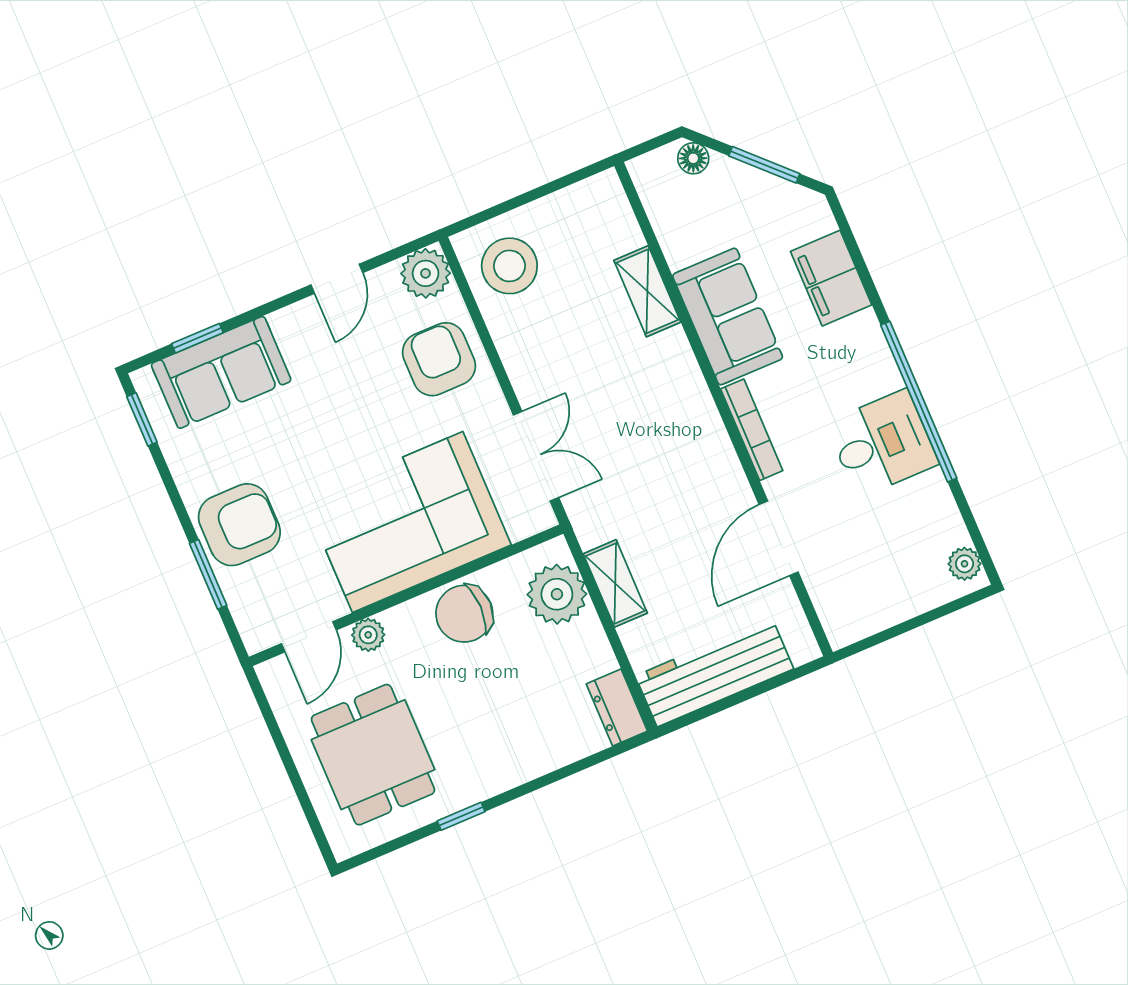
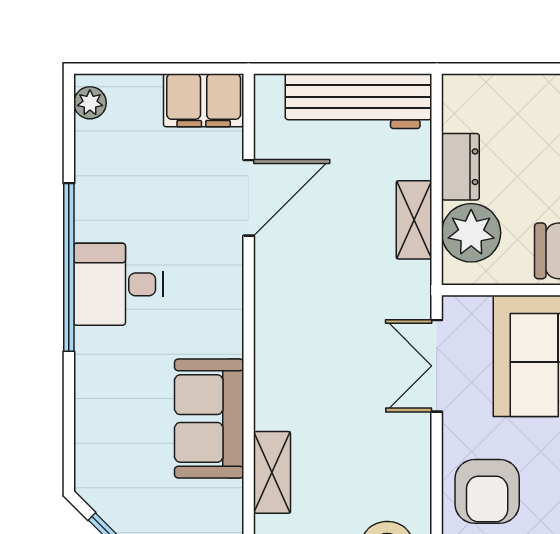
filing cabinet: (831, 278) -> (204, 100), moved, turned 90
bookcase: (752, 430) -> (231, 307), removed
desk: (882, 443) -> (118, 284), moved
dresser: (617, 708) -> (460, 167), moved

